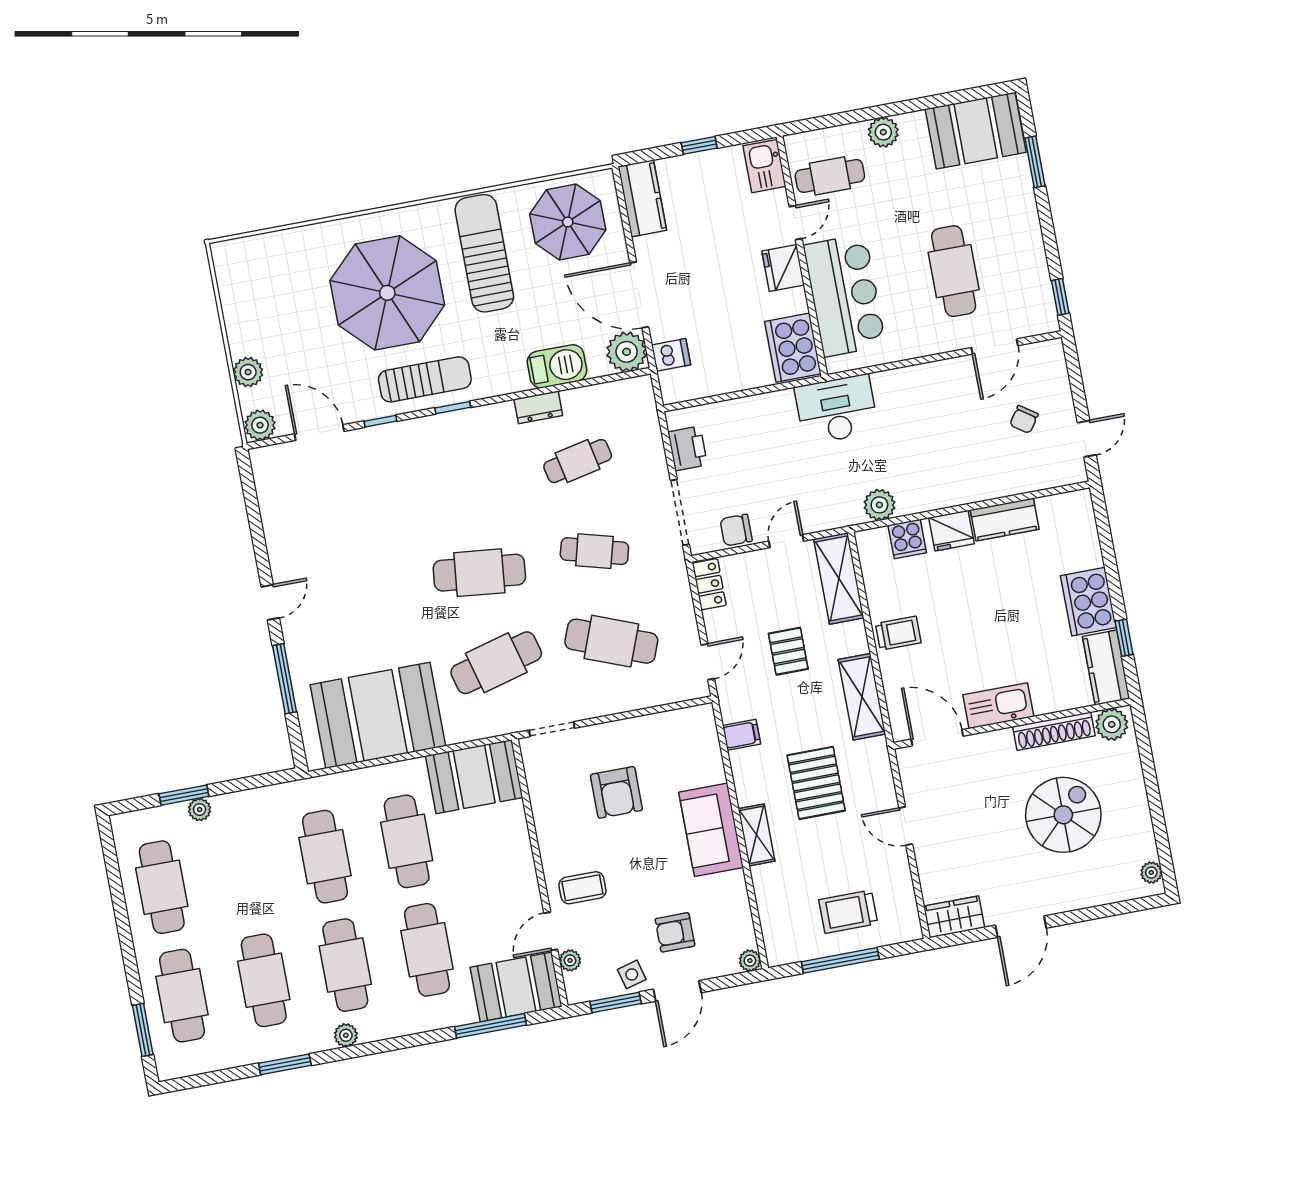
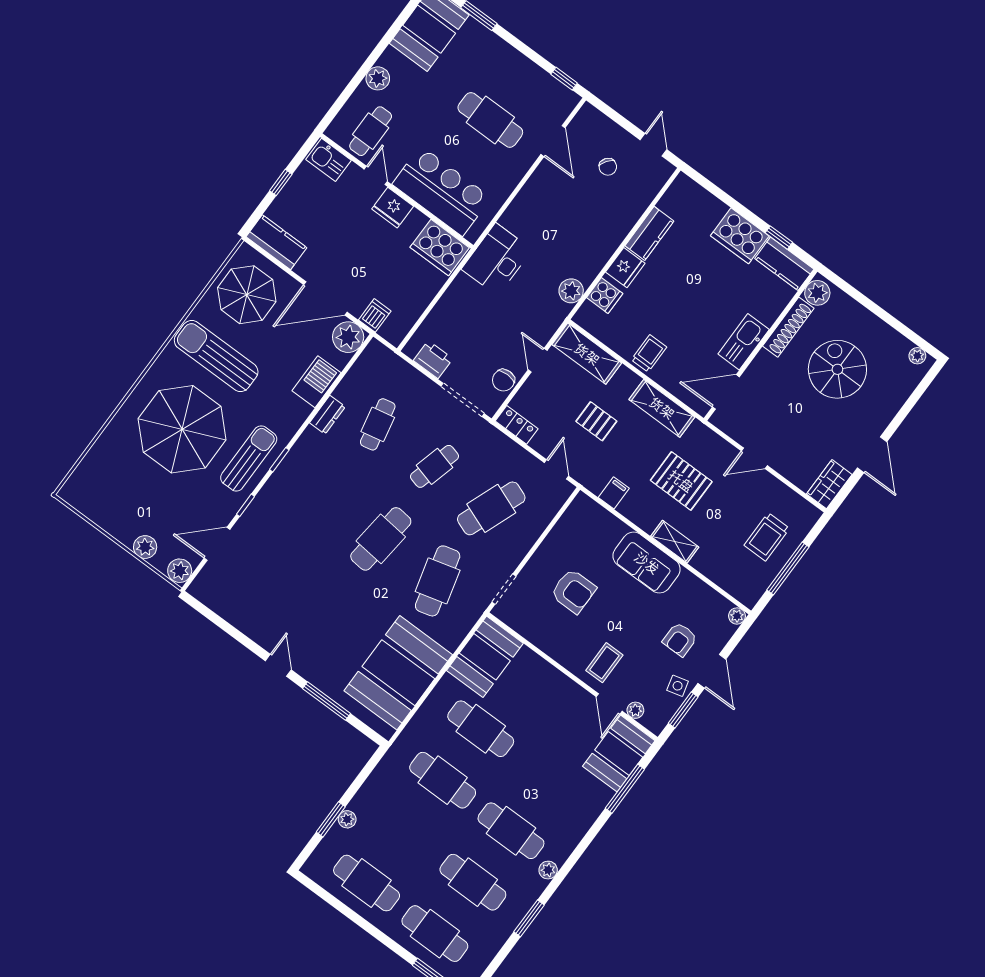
cafe table: (427, 950) -> (549, 779), removed

